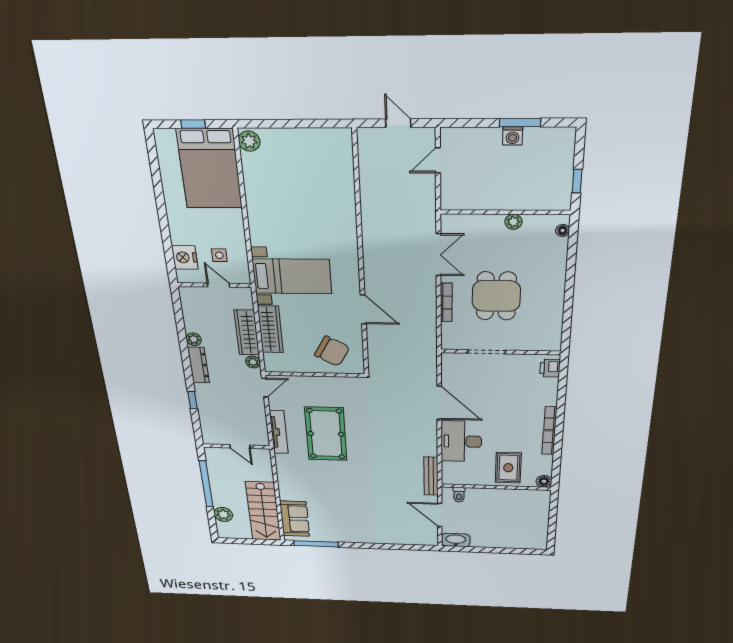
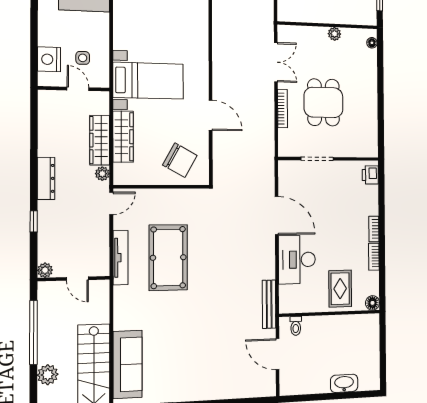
plant: (194, 339) -> (45, 270), moved
sofa: (295, 519) -> (128, 364), width x1.36
washbasin: (456, 540) -> (344, 383), moved

